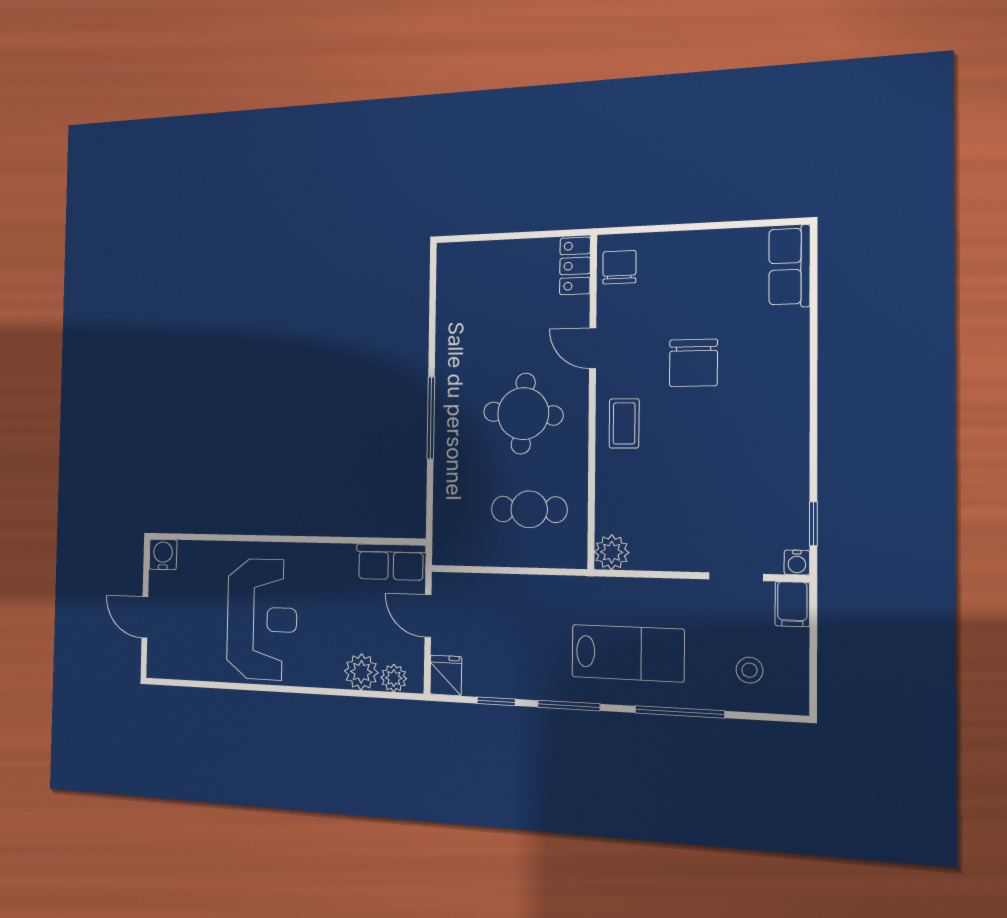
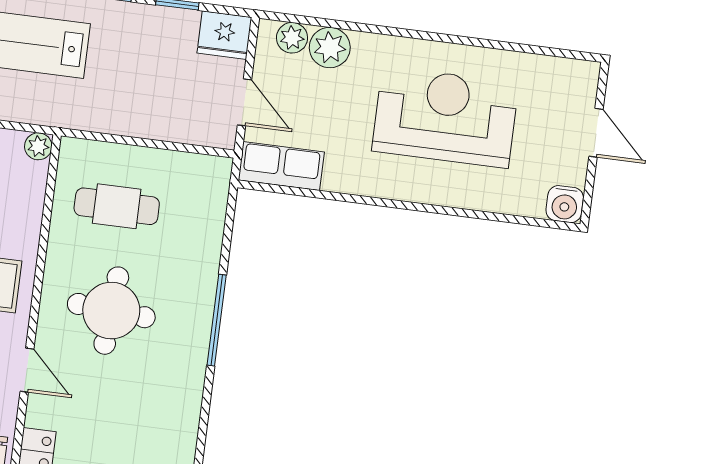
plant: (612, 552) -> (38, 146), width x0.73, depth x0.73
reception desk: (262, 619) -> (445, 117), turned 90
fridge: (446, 675) -> (224, 35), width x1.38

